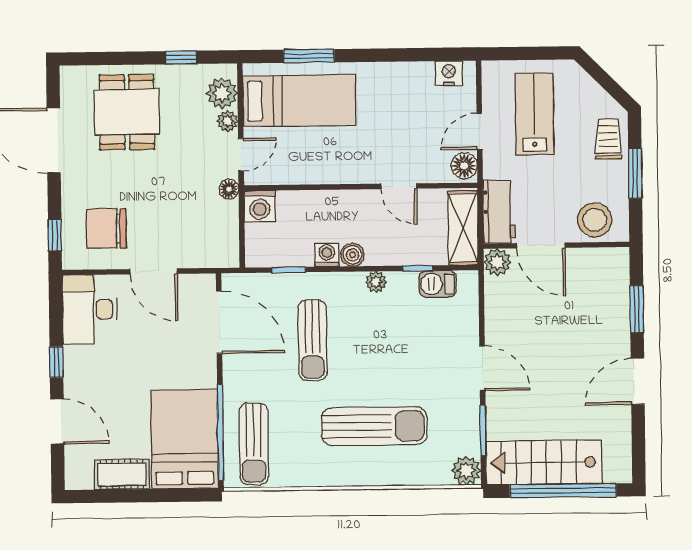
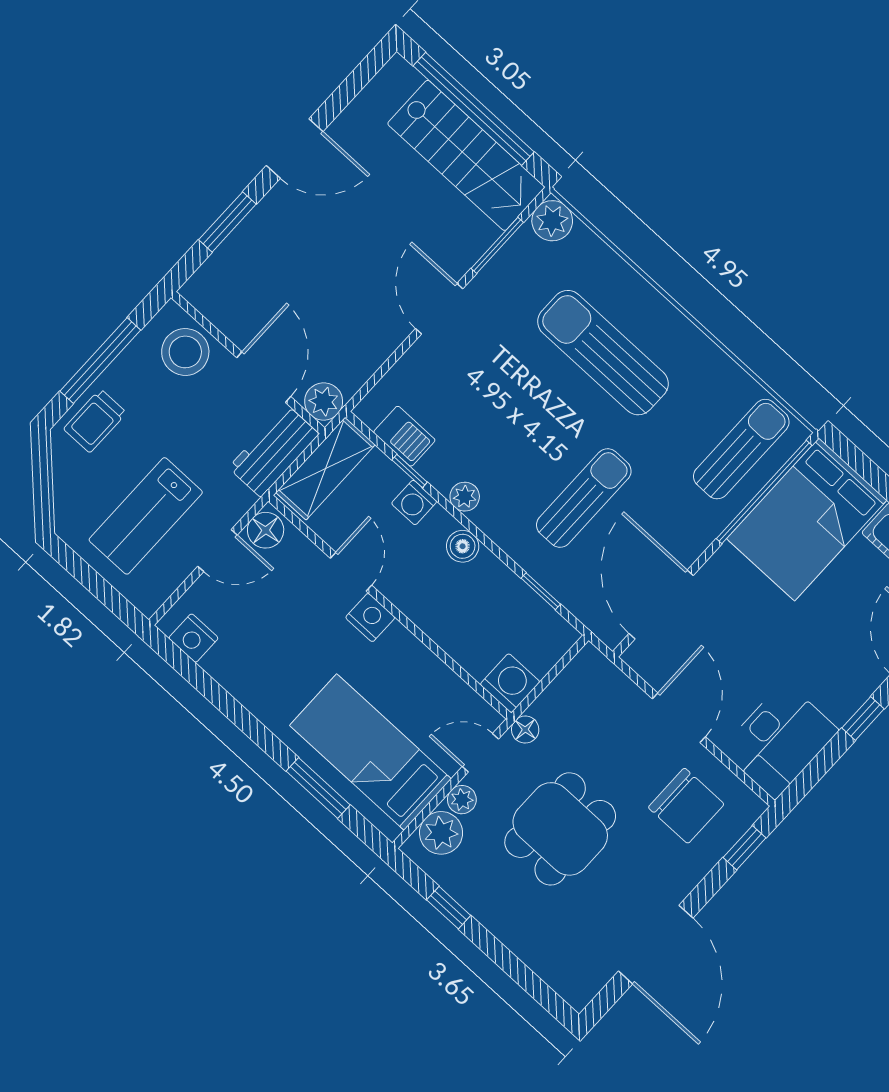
dining table: (127, 112) -> (560, 829), moved
nightstand: (366, 172) -> (370, 617), added
window: (635, 173) -> (100, 361), width x1.44
washing machine: (327, 255) -> (414, 502), moved

